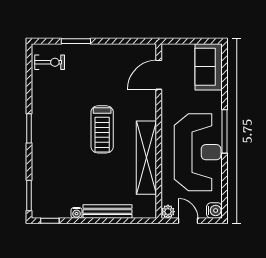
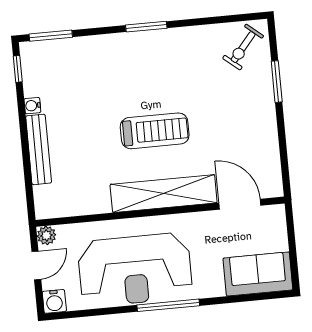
exercise bike: (50, 62) -> (243, 47), turned 40
treadmill: (102, 129) -> (155, 131), turned 180
shelving: (146, 158) -> (164, 194), moved

